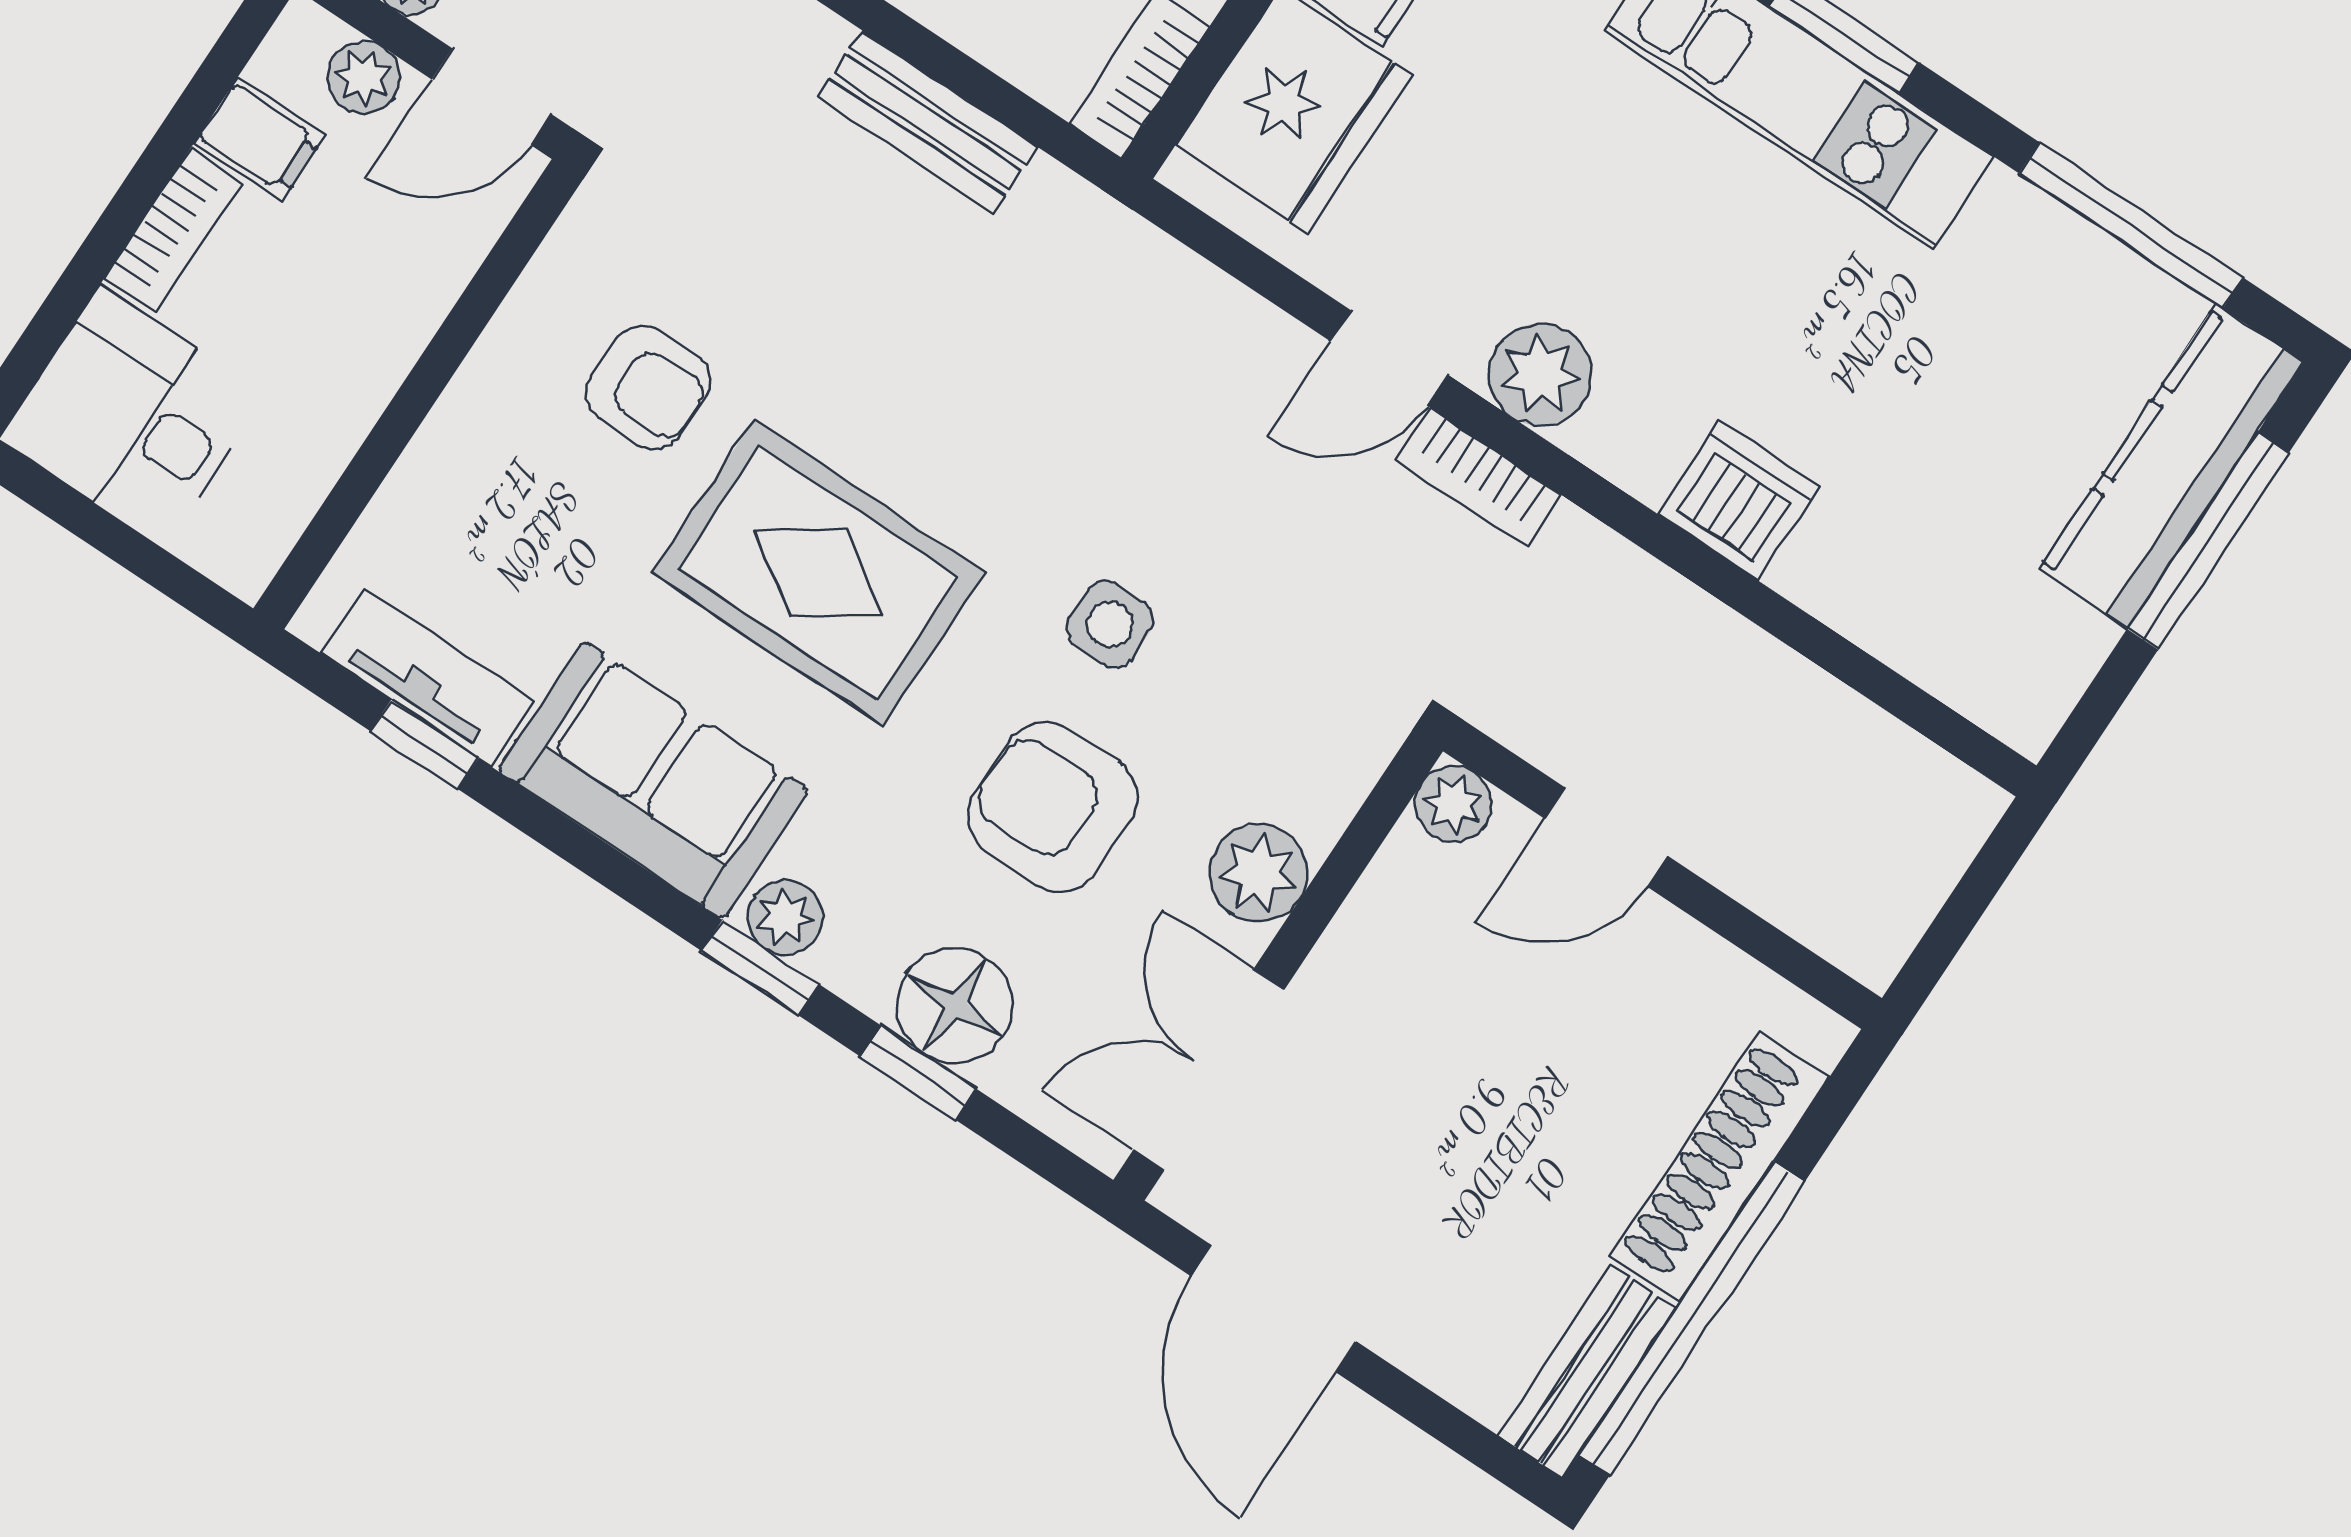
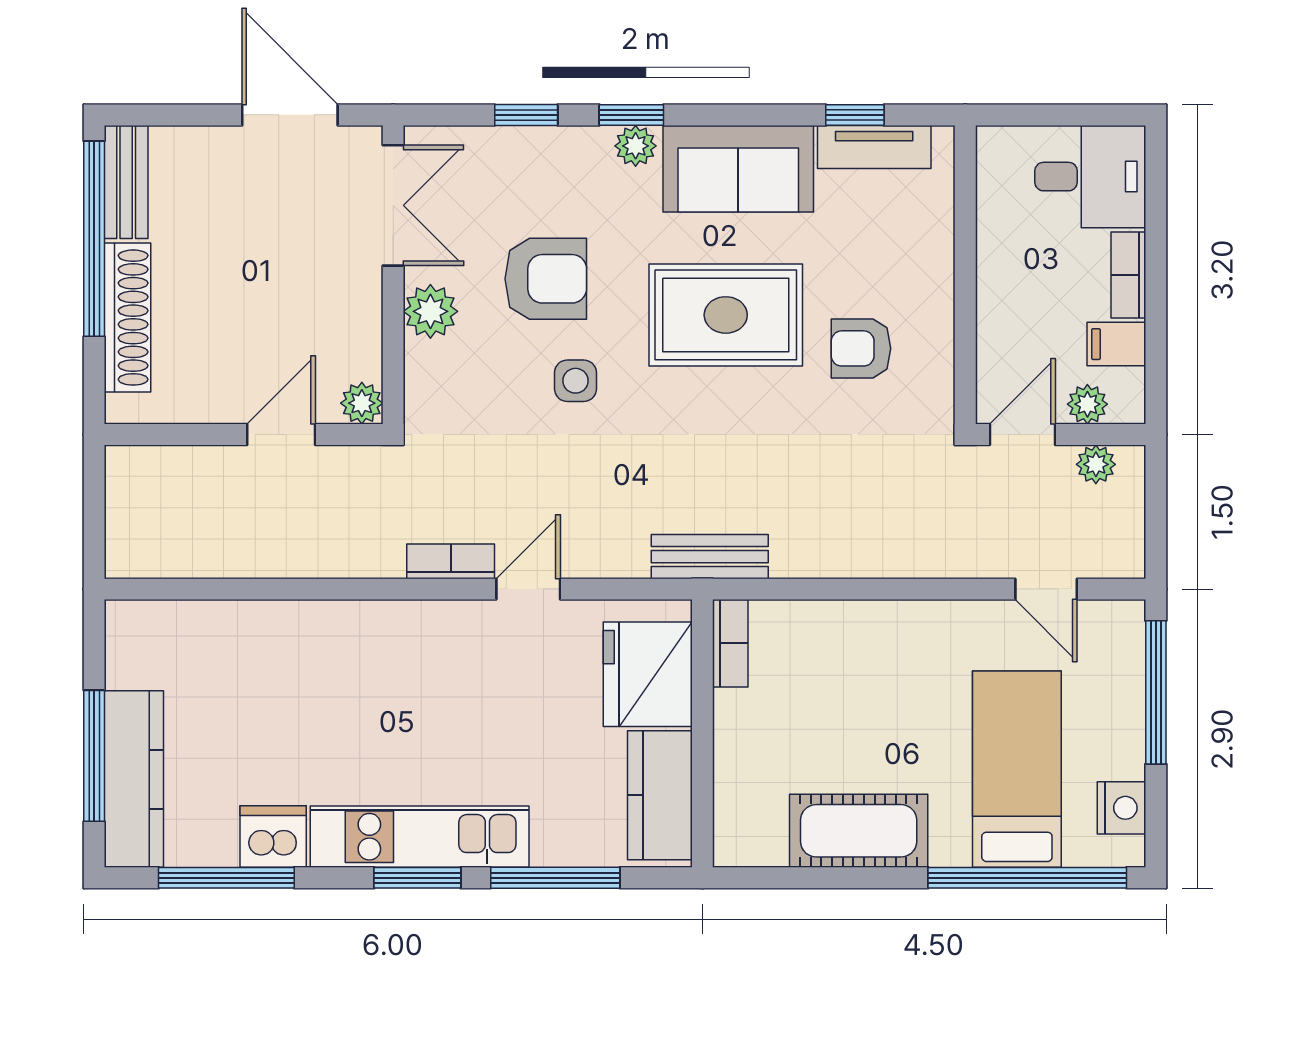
bench: (927, 122) -> (710, 557), moved
plant: (1540, 375) -> (453, 628), removed
dishwasher: (1738, 501) -> (273, 837), moved, turned 180
floor lamp: (955, 1006) -> (530, 157), removed

